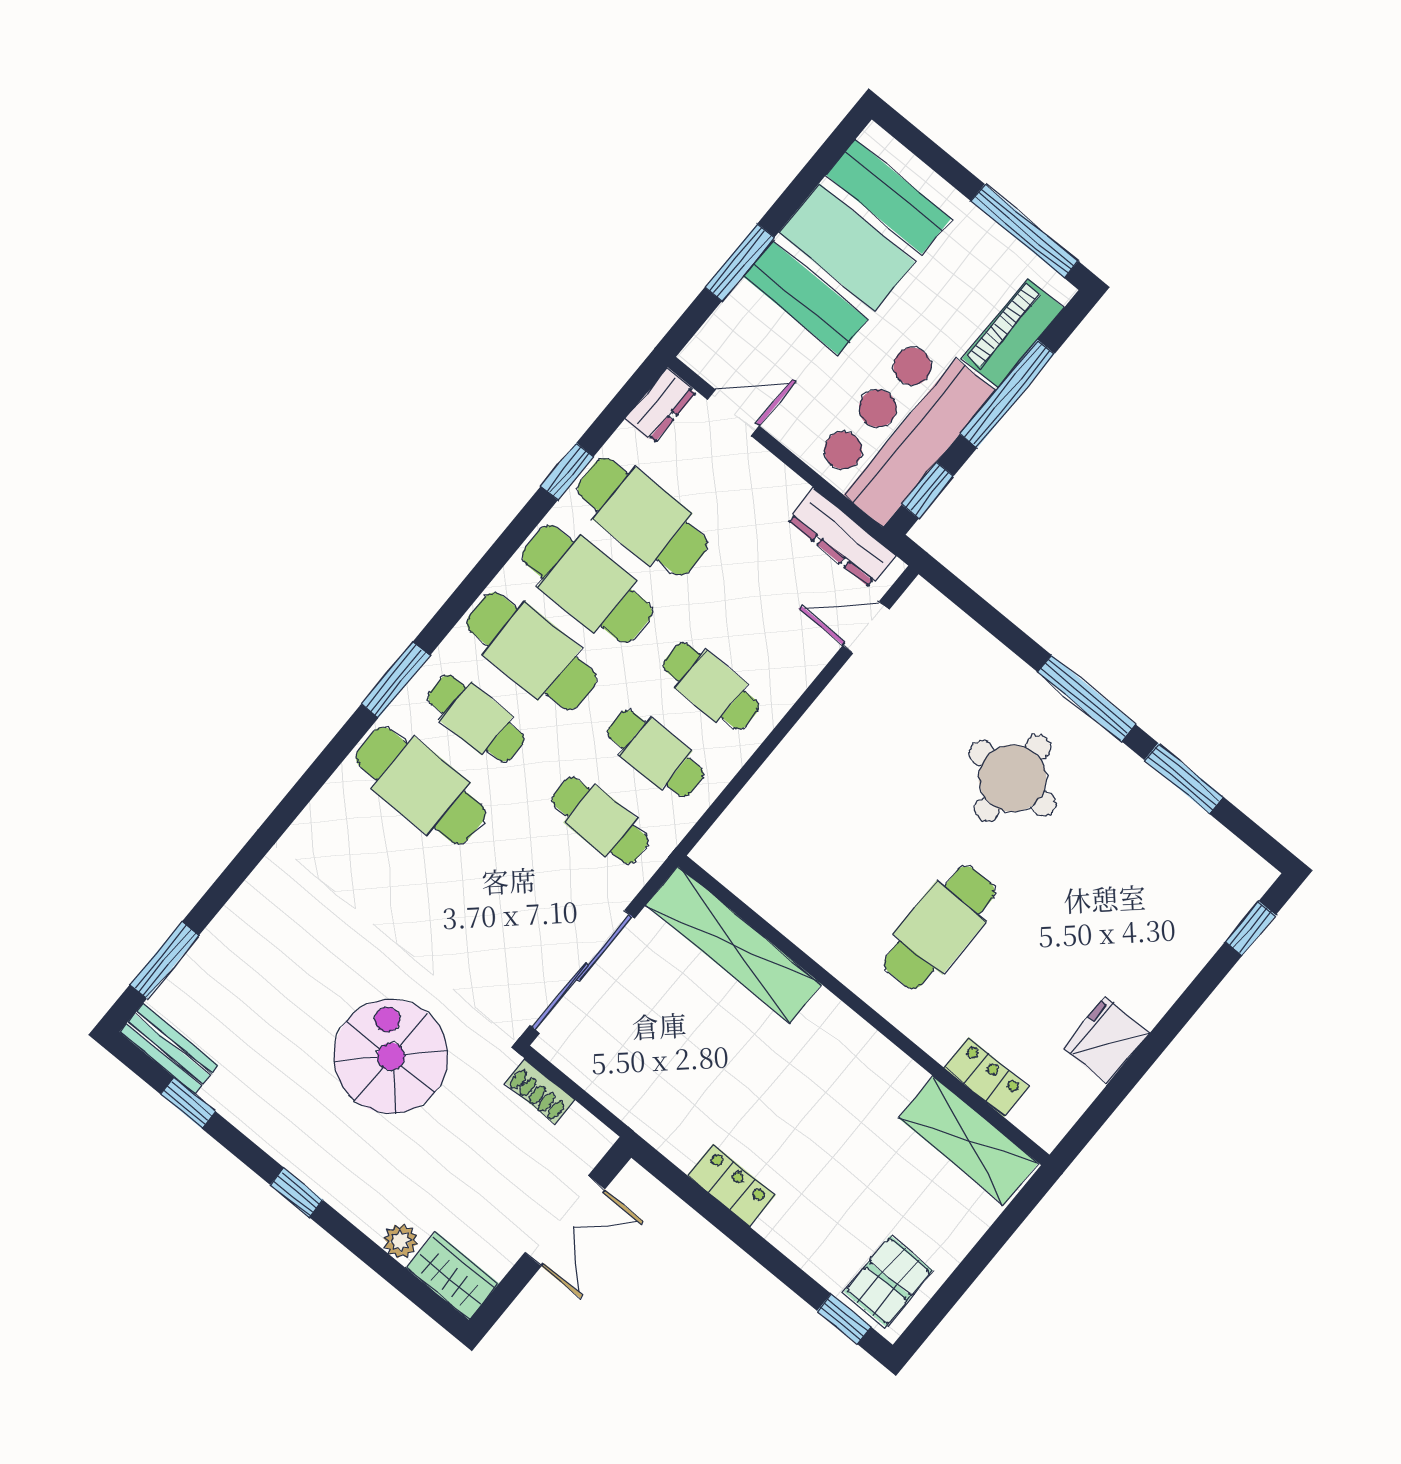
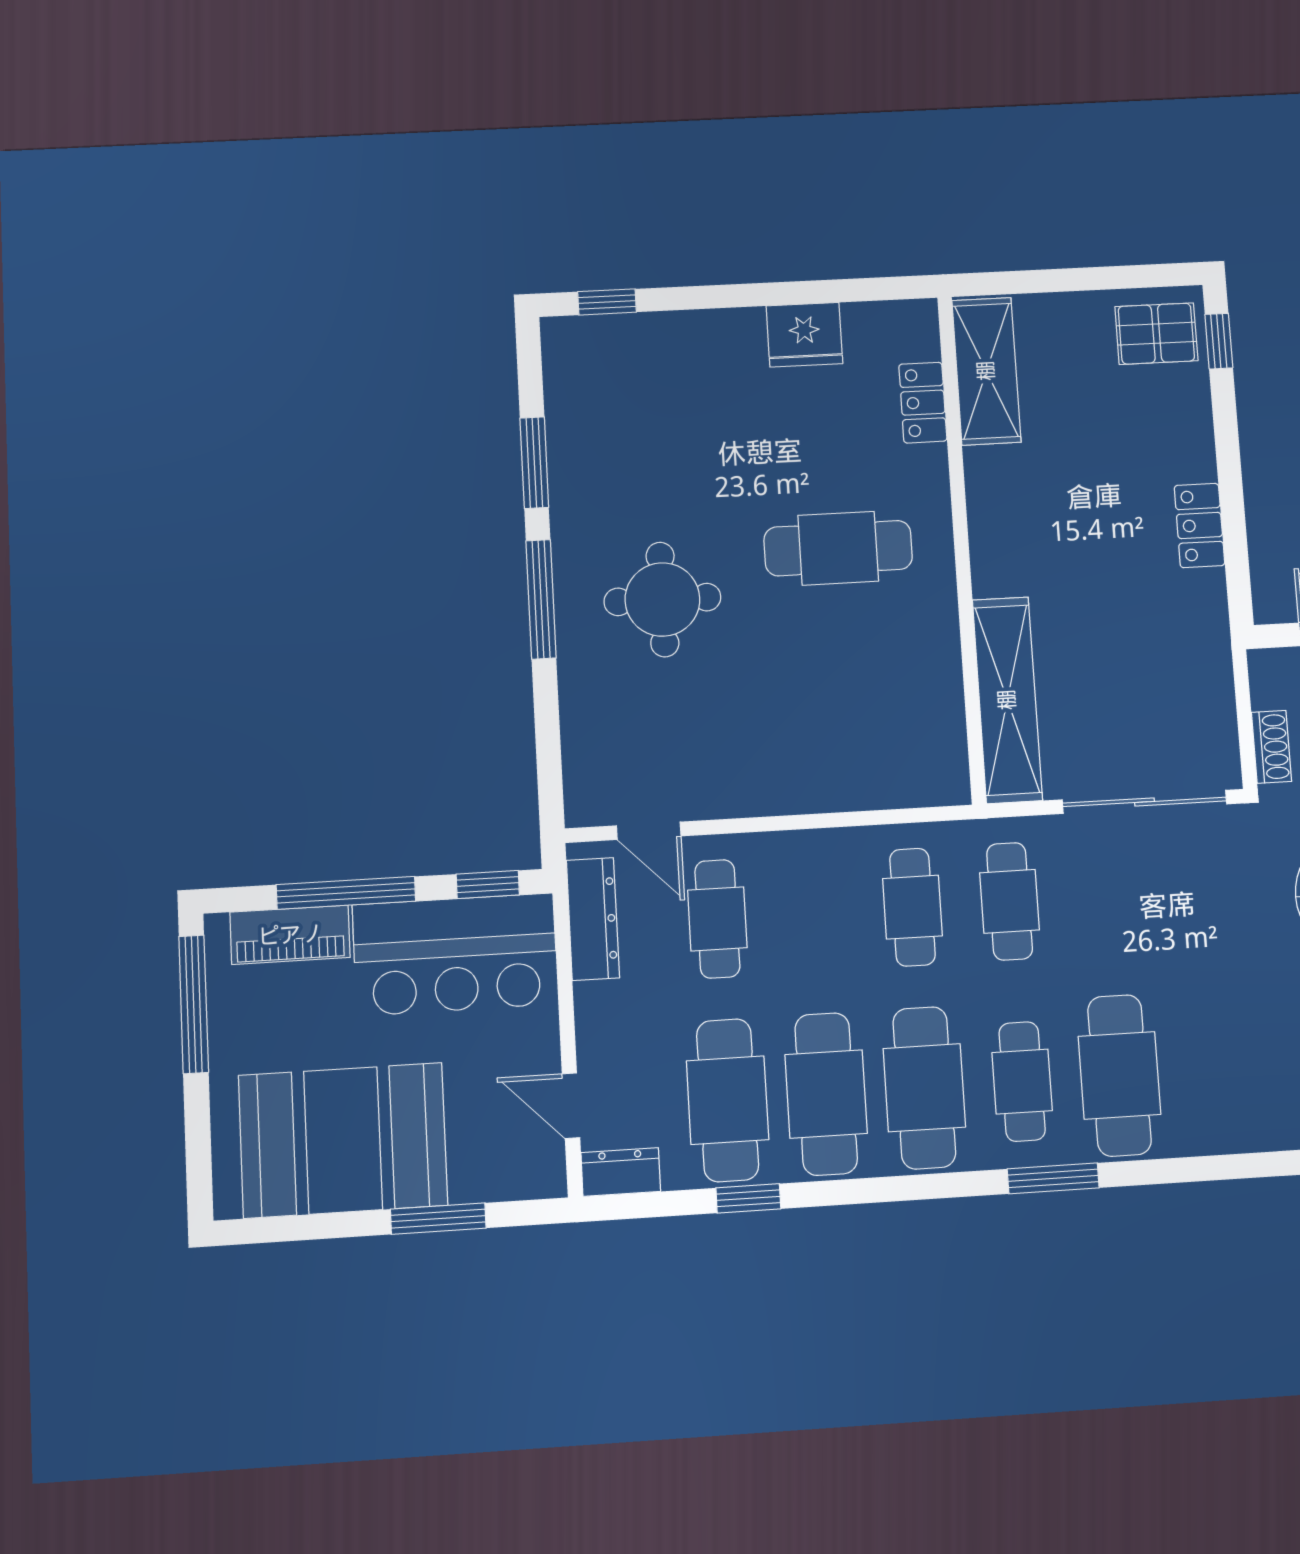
cafe table: (711, 686) -> (717, 919), moved

